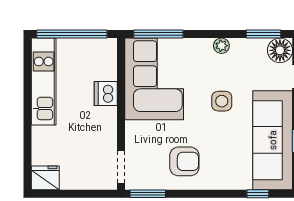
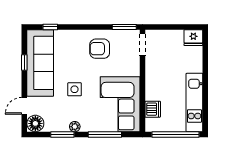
window: (158, 34) -> (105, 134), moved
window: (263, 34) -> (62, 134), moved
dishwasher: (106, 94) -> (153, 109), moved

